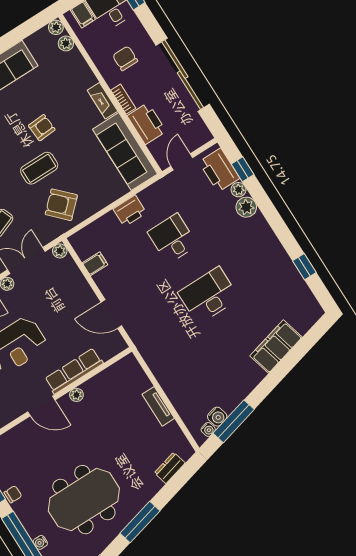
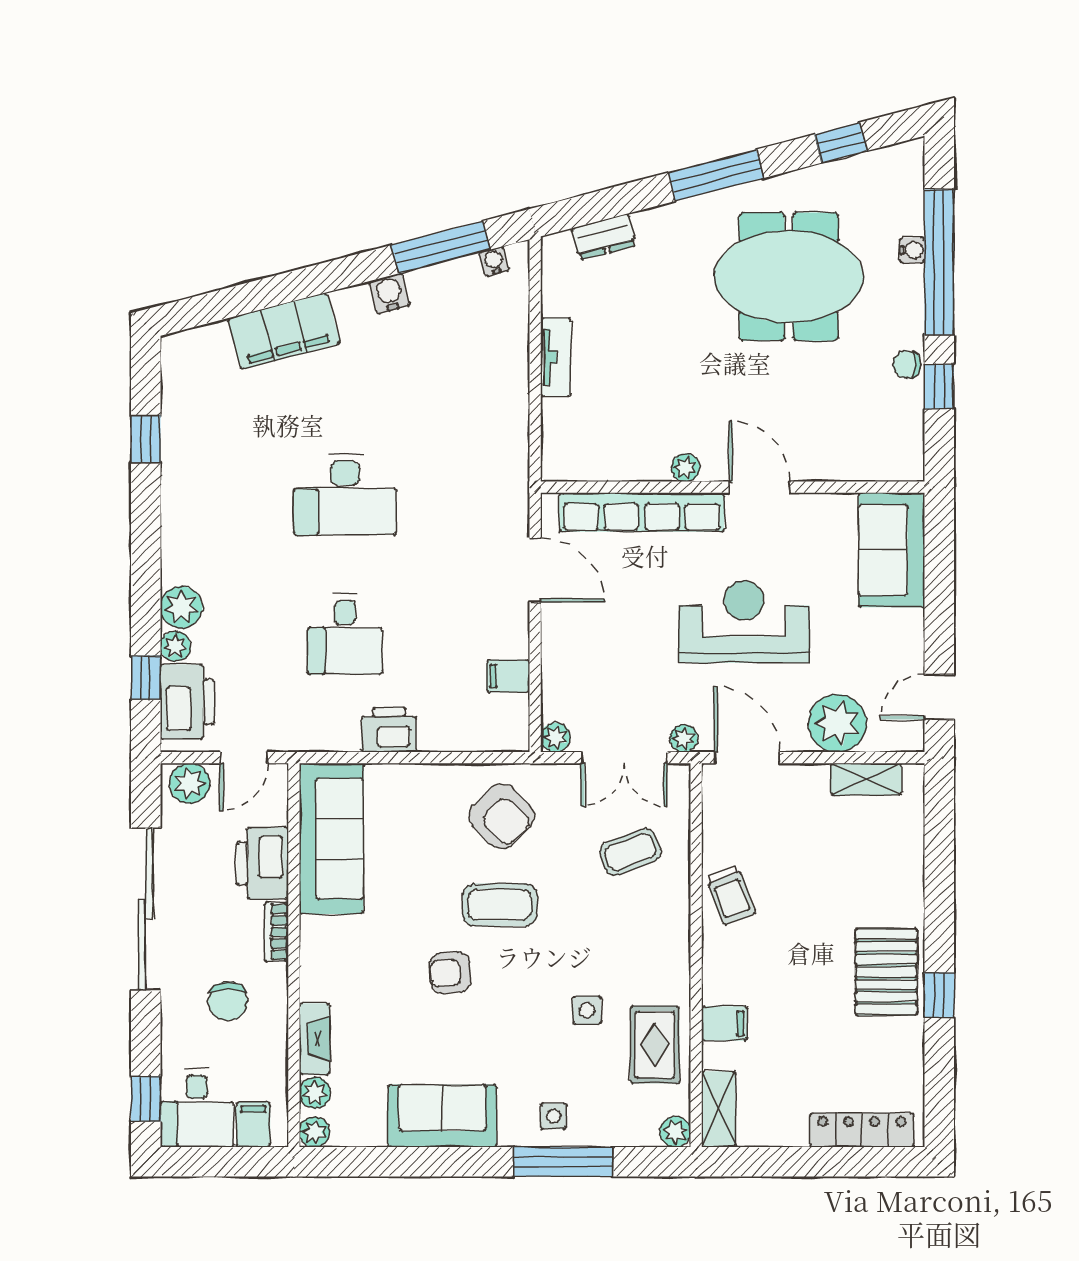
fireplace: (102, 101) -> (314, 1039), moved
plant: (197, 137) -> (190, 783), added
row of seats: (74, 371) -> (642, 512), width x1.36
water cooler: (217, 417) -> (389, 293), moved

